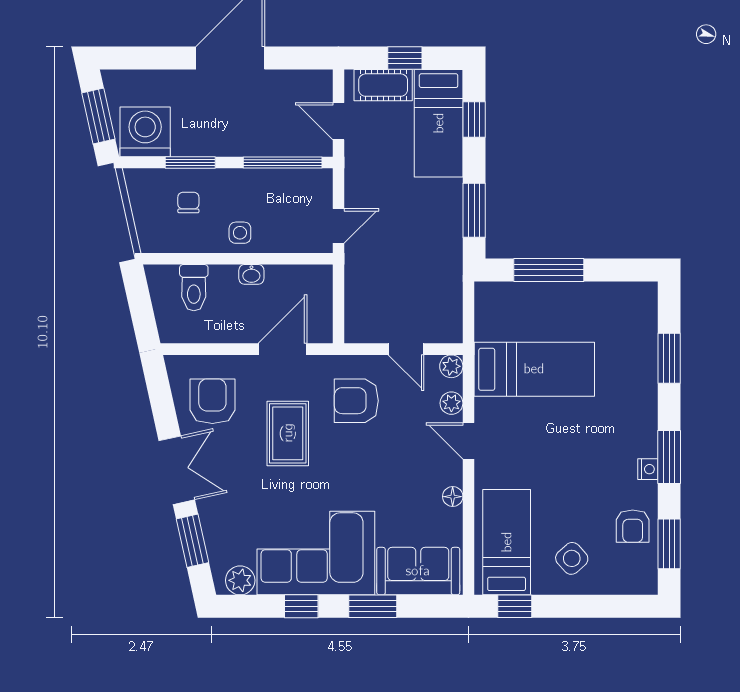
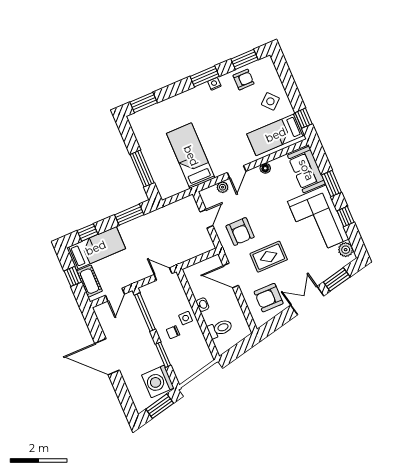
chair: (188, 203) -> (173, 332), moved
window: (669, 358) -> (144, 102), moved
plant: (451, 366) -> (206, 195), removed

